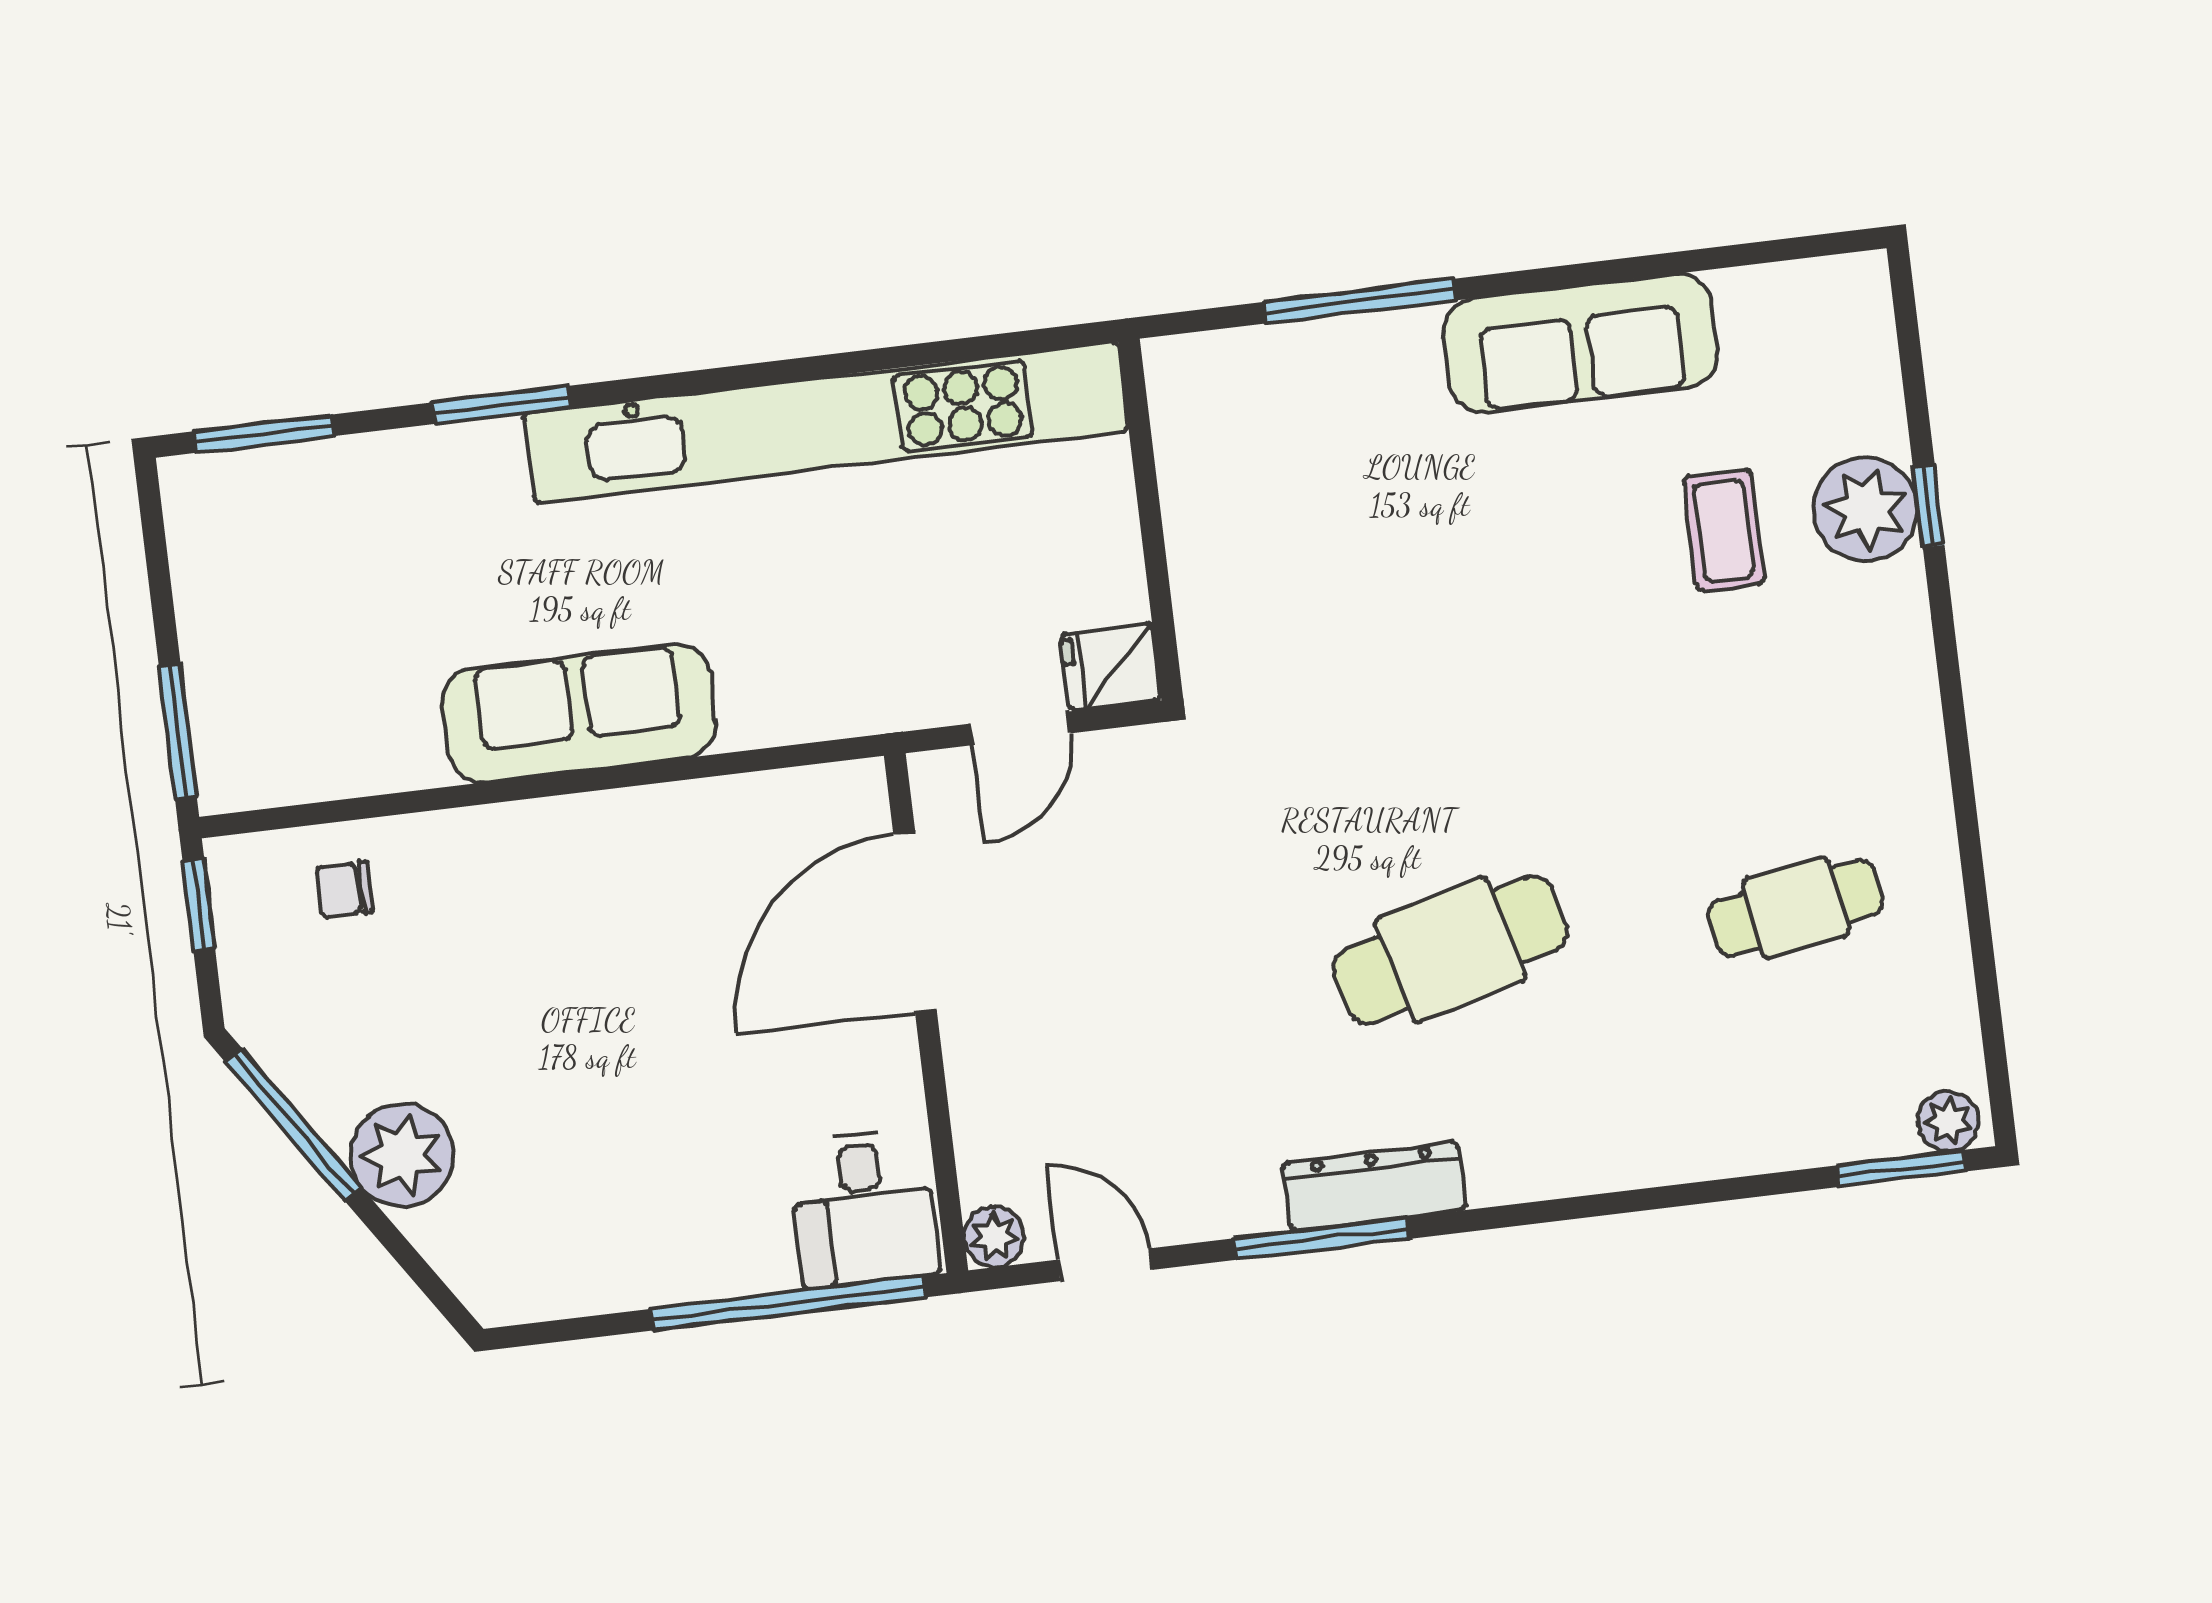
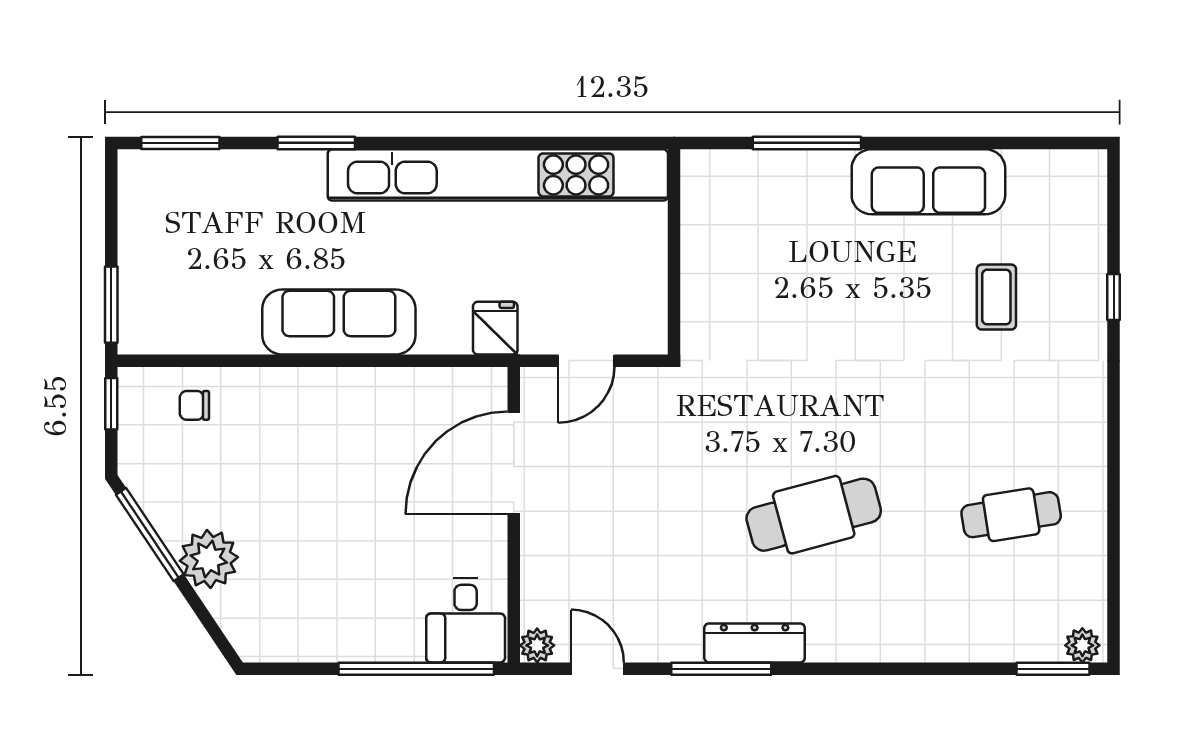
plant: (1866, 509) -> (1078, 295), removed
fridge: (1111, 667) -> (495, 328), moved, turned 90

